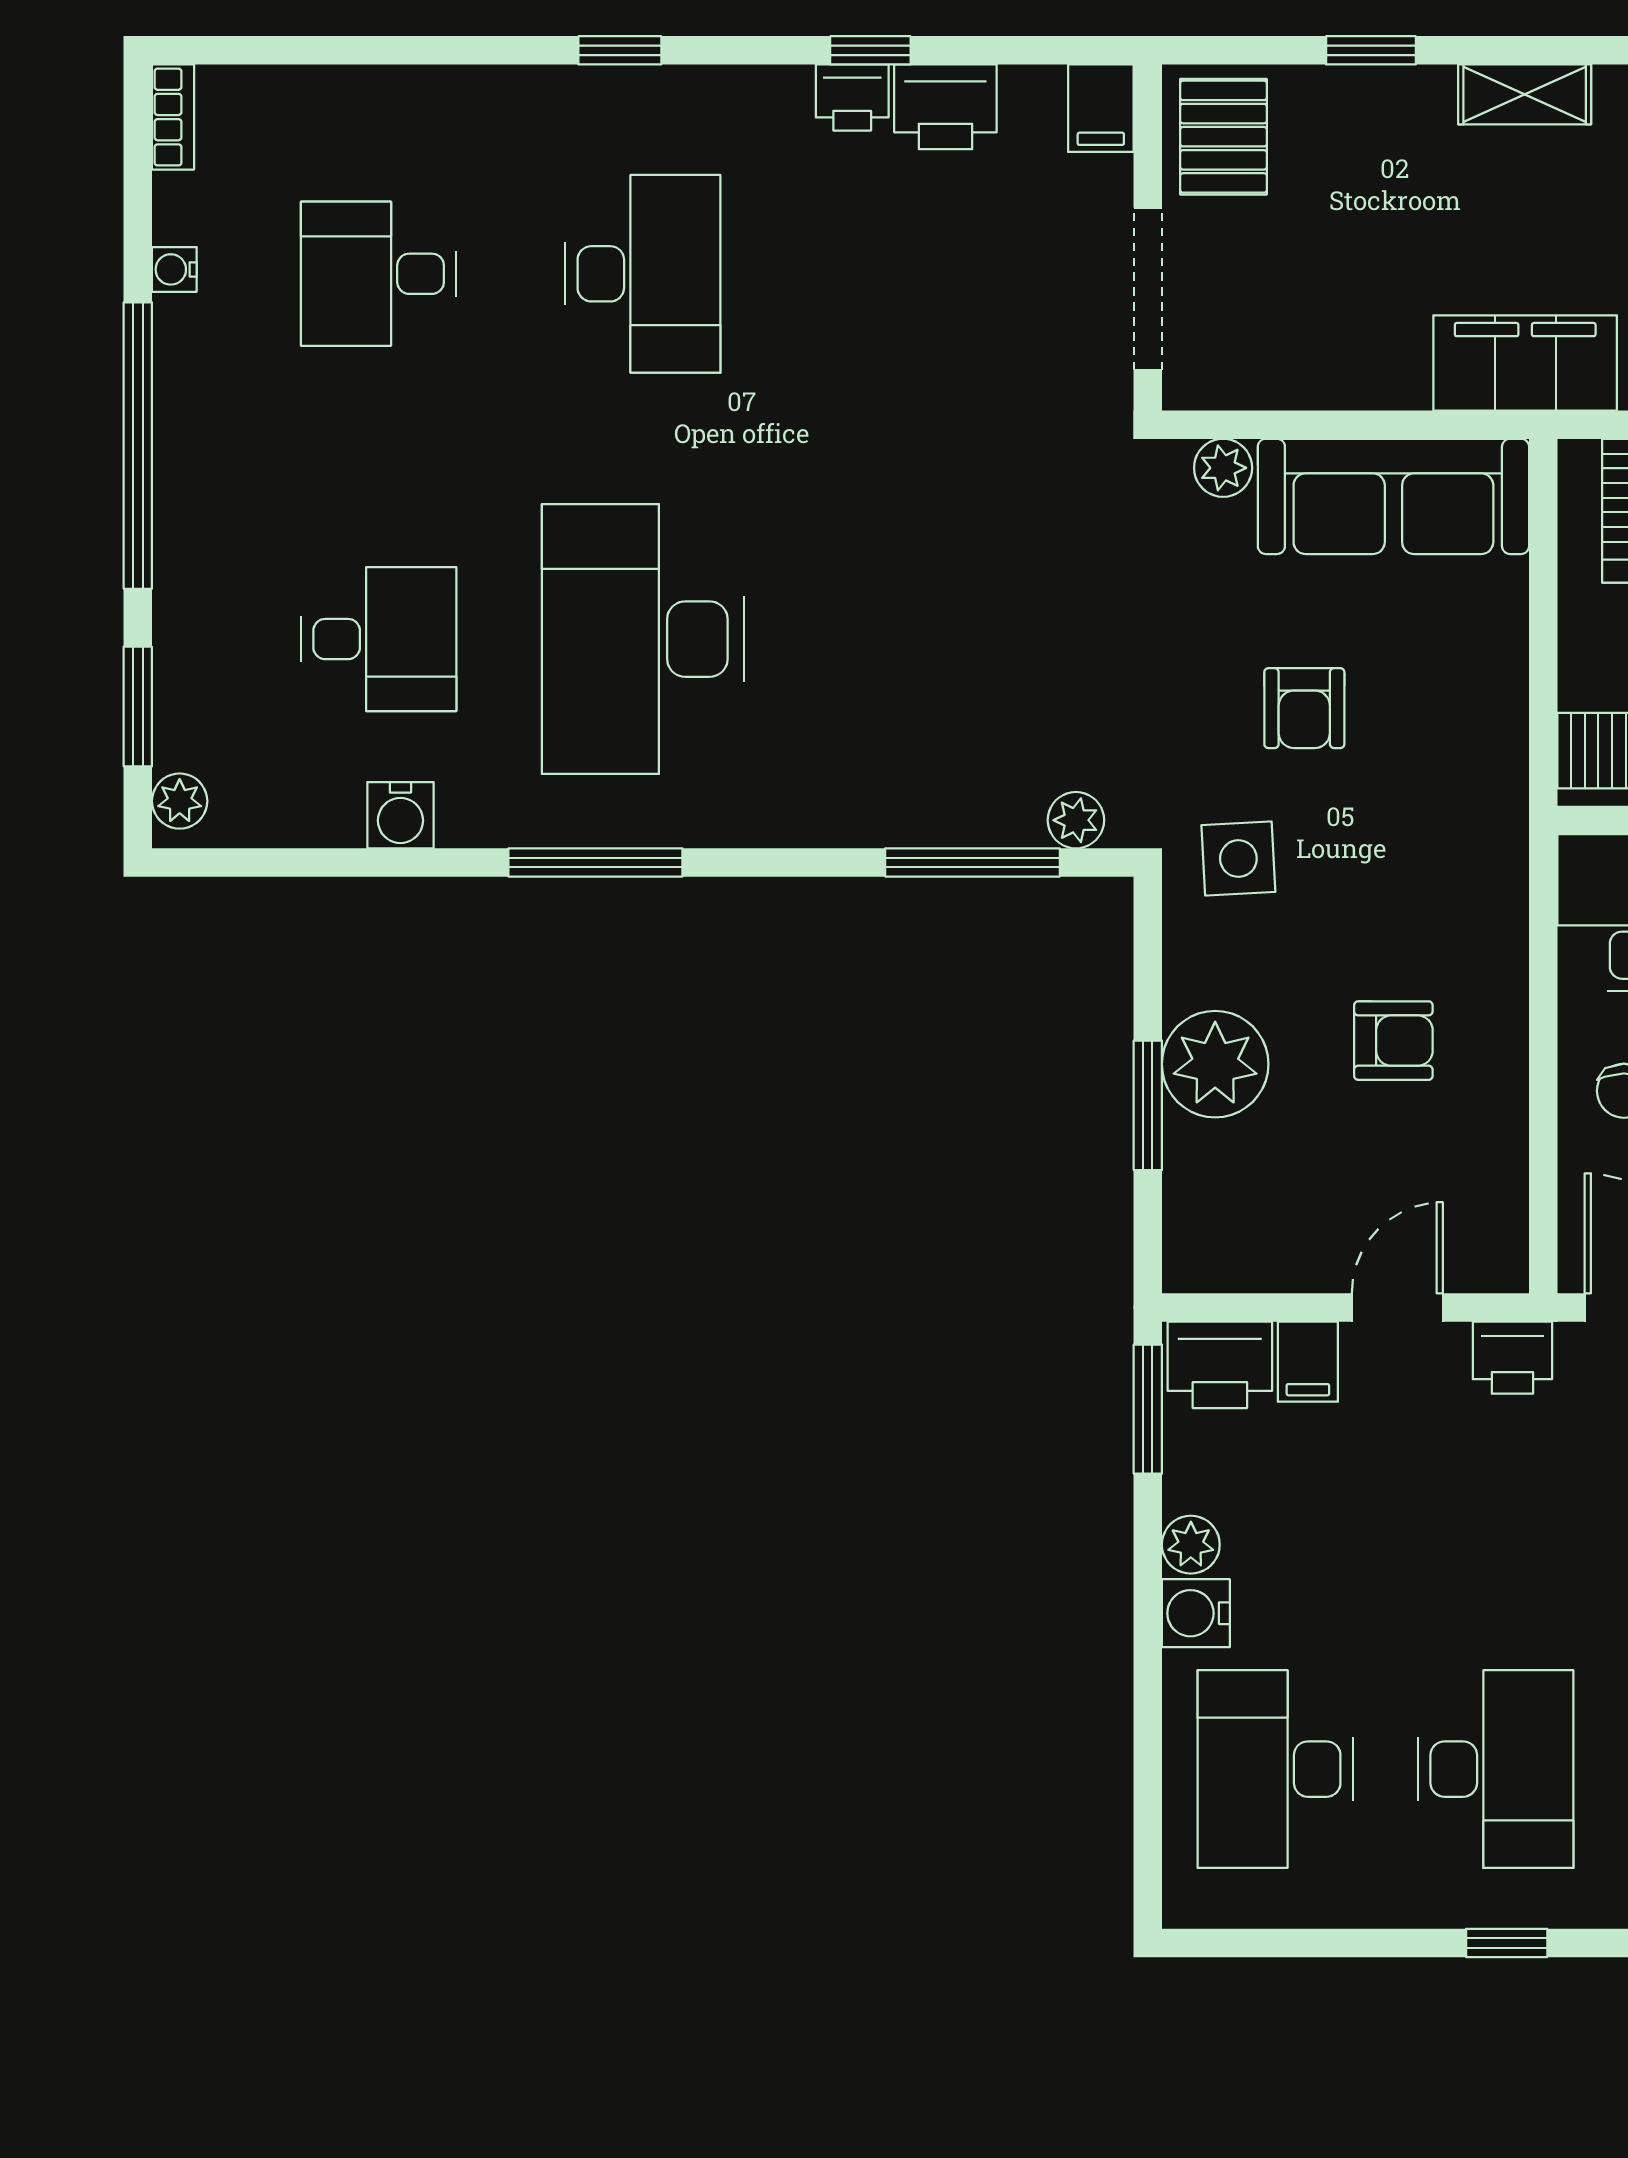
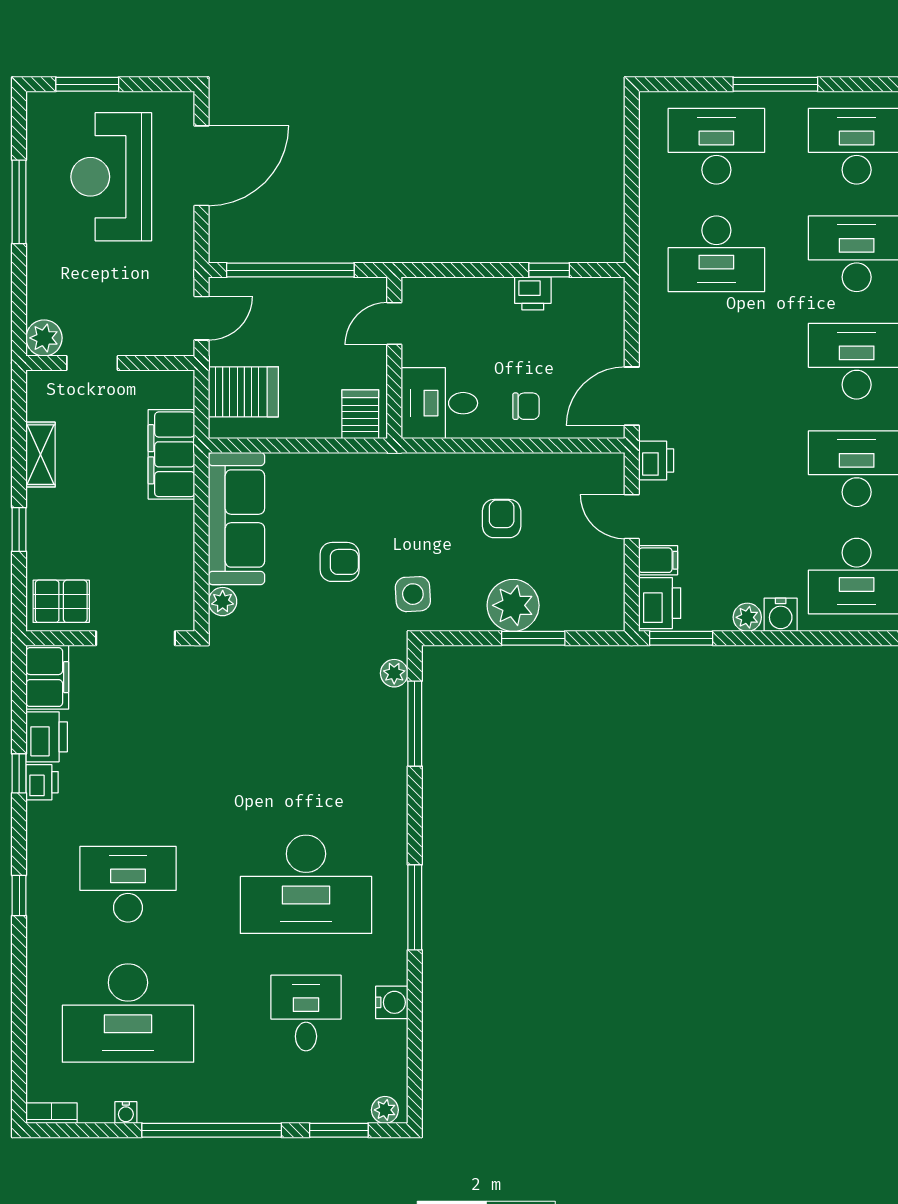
filing cabinet: (1101, 108) -> (47, 677), width x2.00
desk: (379, 274) -> (128, 1013), width x1.87, depth x1.30

